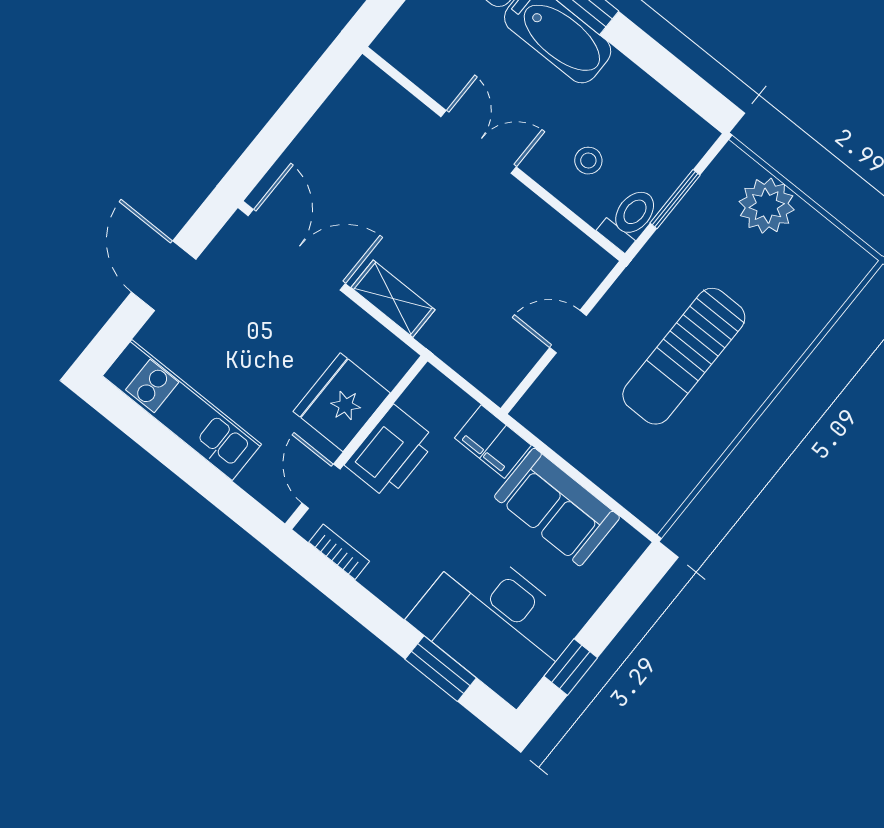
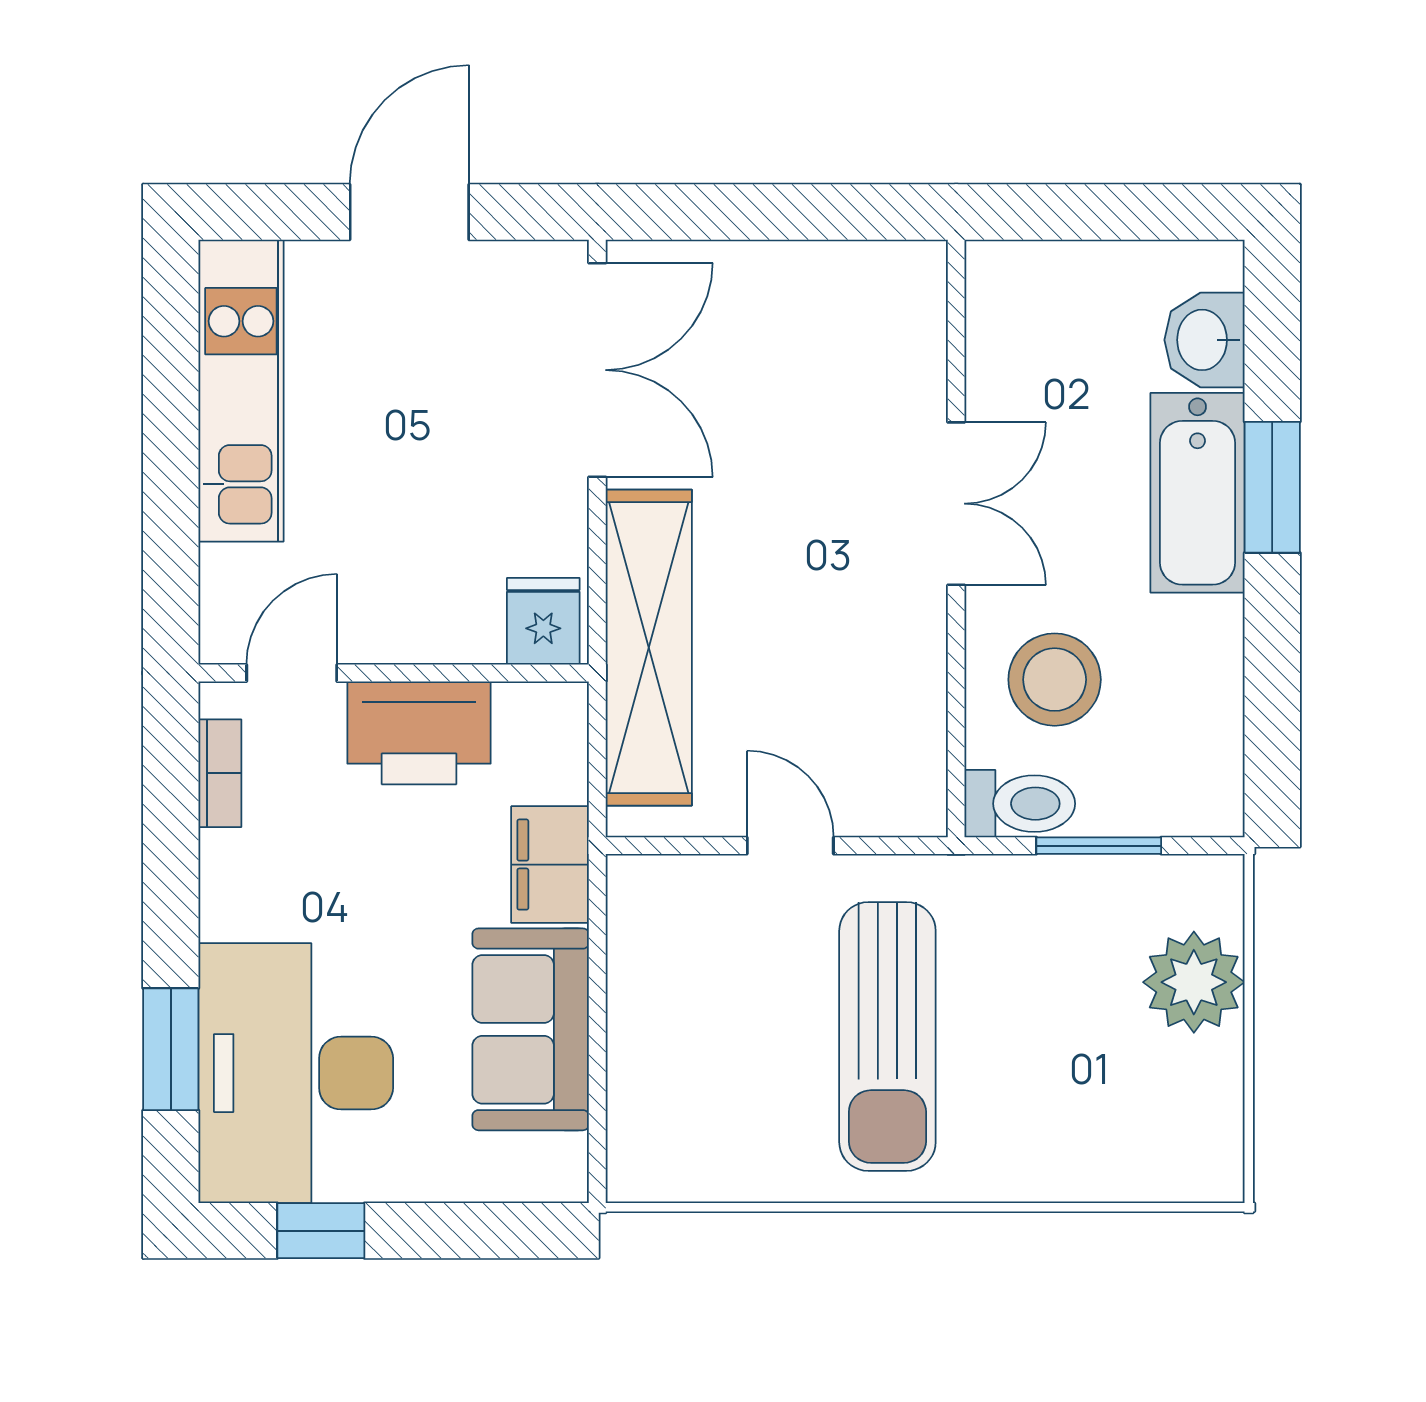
stool: (588, 161) -> (1055, 680), width x1.89, depth x1.89
shelving: (393, 299) -> (649, 648), width x2.20, depth x1.33
sun lounger: (684, 356) -> (887, 1036), turned -90
fridge: (342, 402) -> (543, 621), moved, width x0.53, depth x0.75

